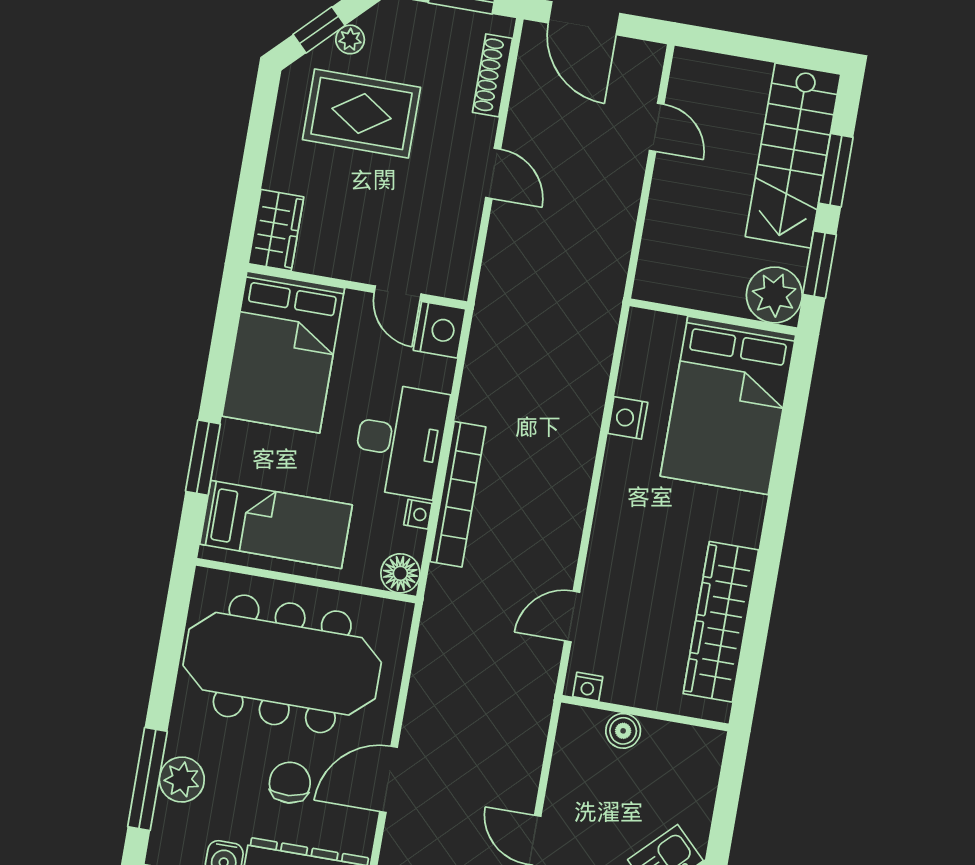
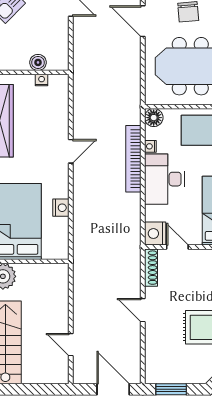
shoe rack: (492, 75) -> (151, 268), moved
door: (572, 616) -> (71, 151), moved
nightstand: (588, 687) -> (42, 80), moved
door: (388, 779) -> (143, 21), swing flipped

